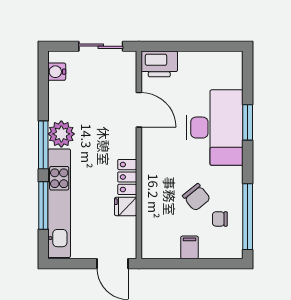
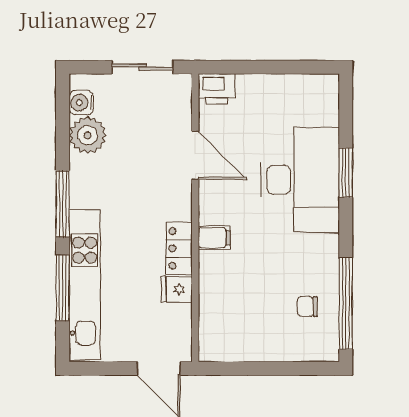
printer: (159, 64) -> (217, 89), width x0.73, depth x0.84
plant: (61, 134) -> (88, 135), moved
chair: (196, 197) -> (275, 276), removed
filing cabinet: (190, 247) -> (214, 238), moved, turned 90

